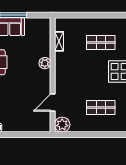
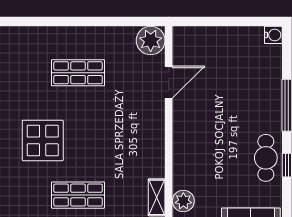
plant: (45, 63) -> (183, 201), moved

